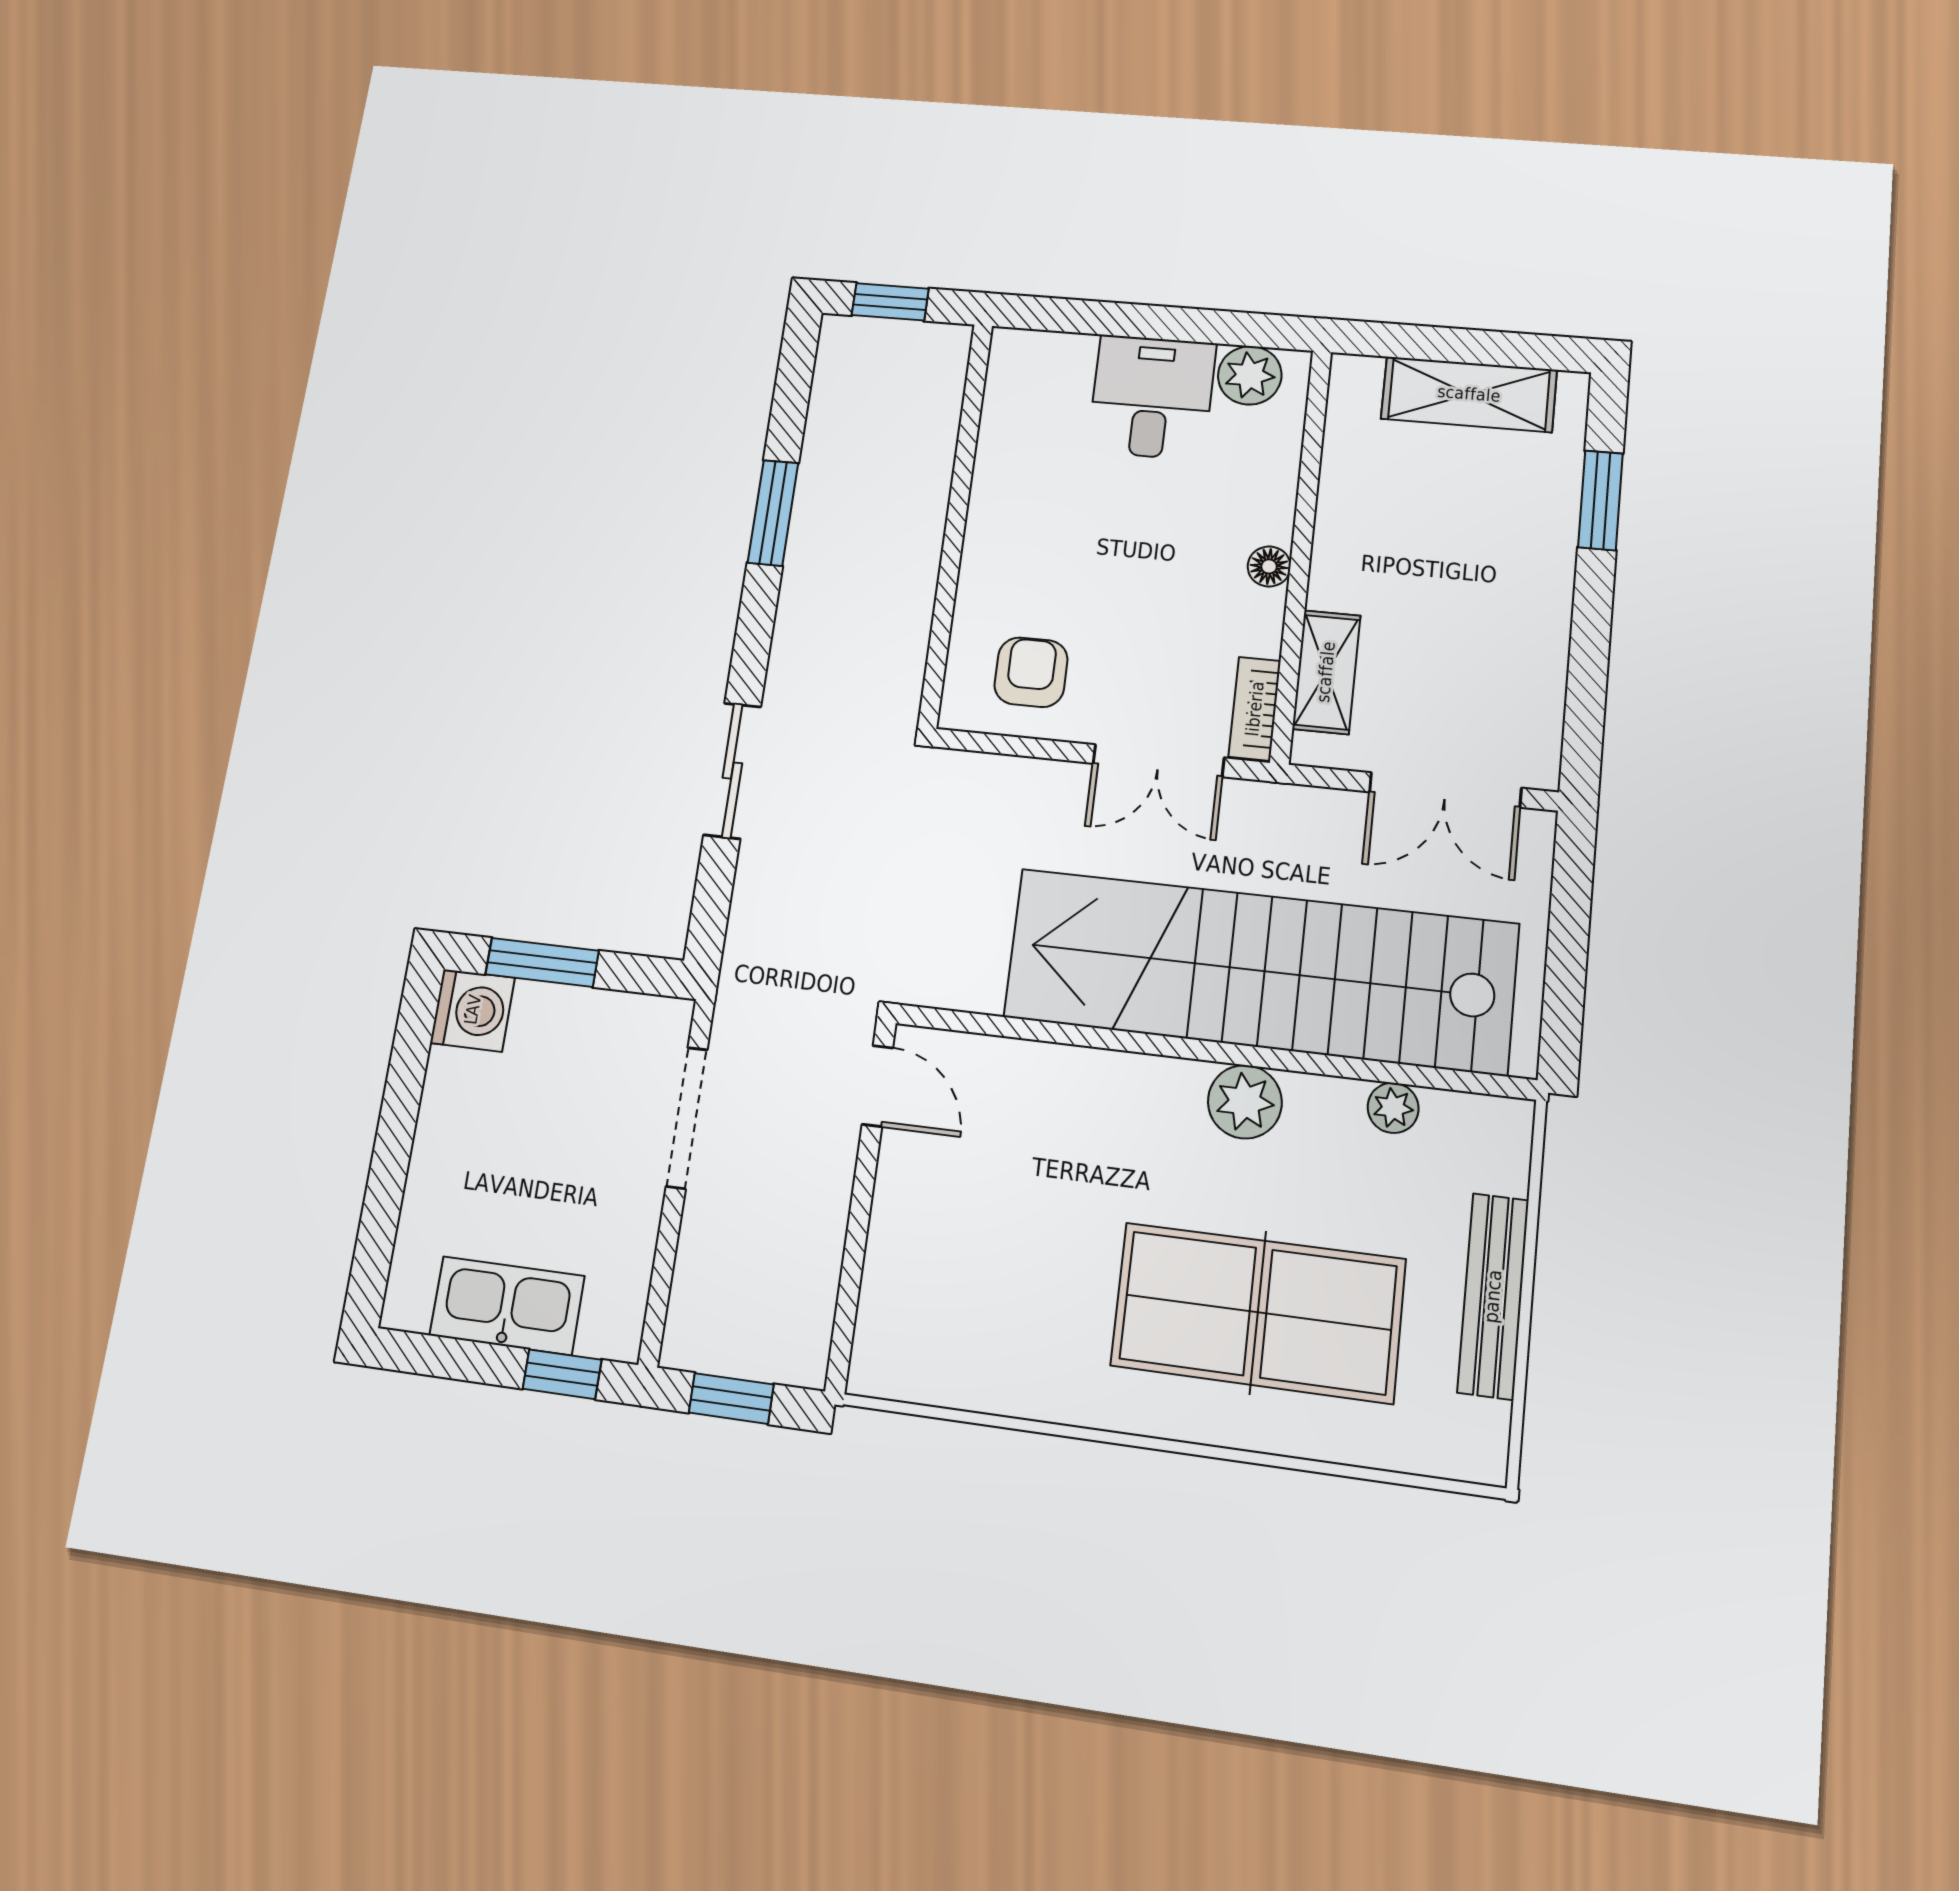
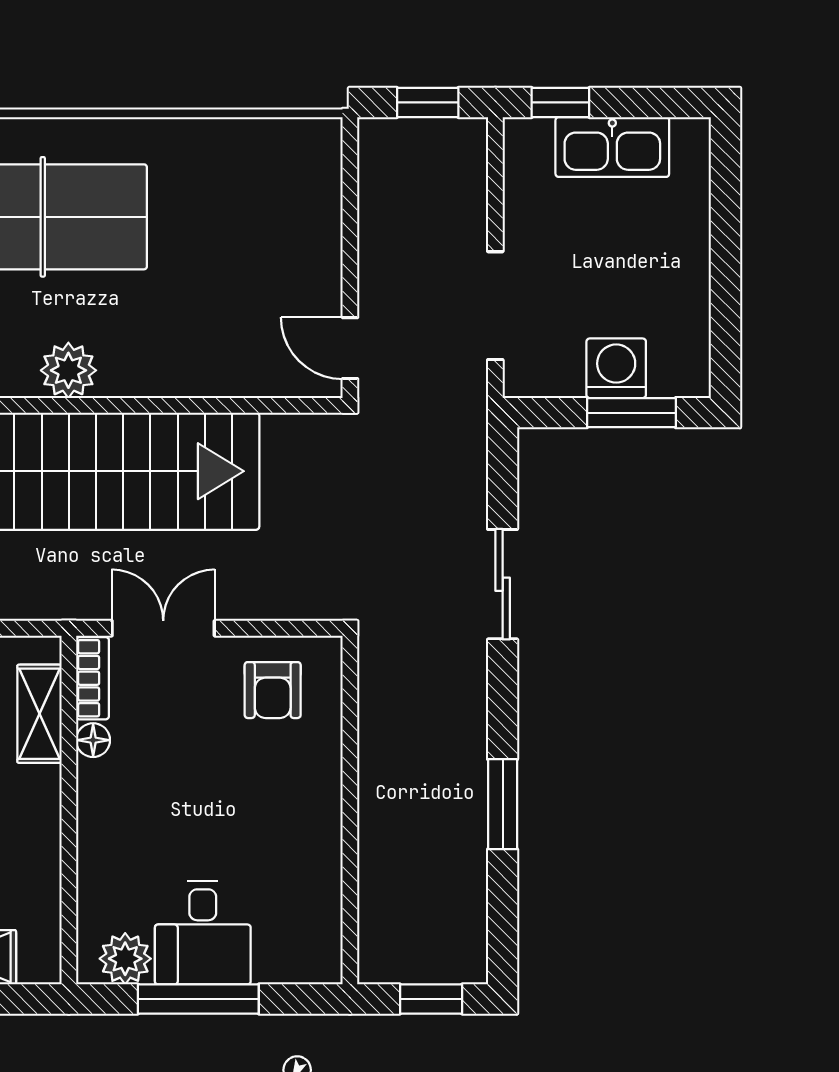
window: (1166, 323) -> (198, 999), added
floor lamp: (1269, 566) -> (93, 740), moved
washing machine: (473, 1010) -> (616, 368), moved, turned 90

